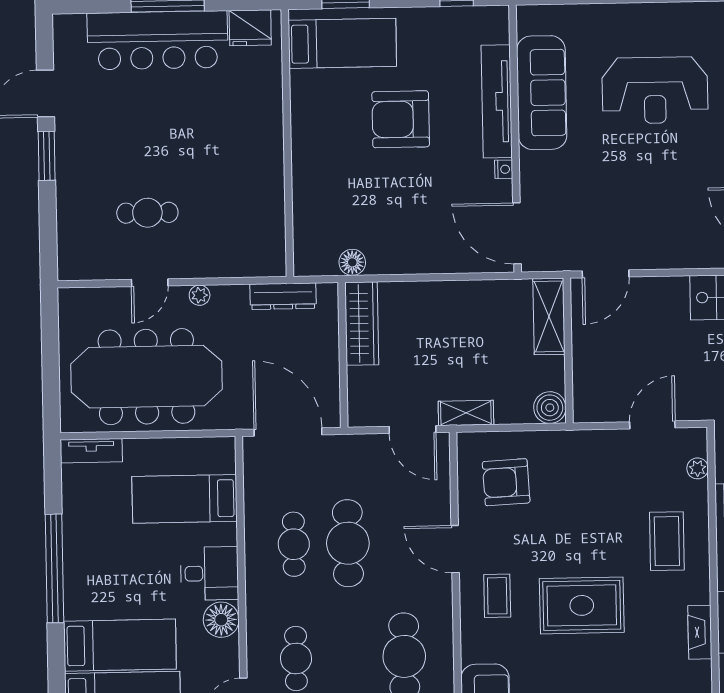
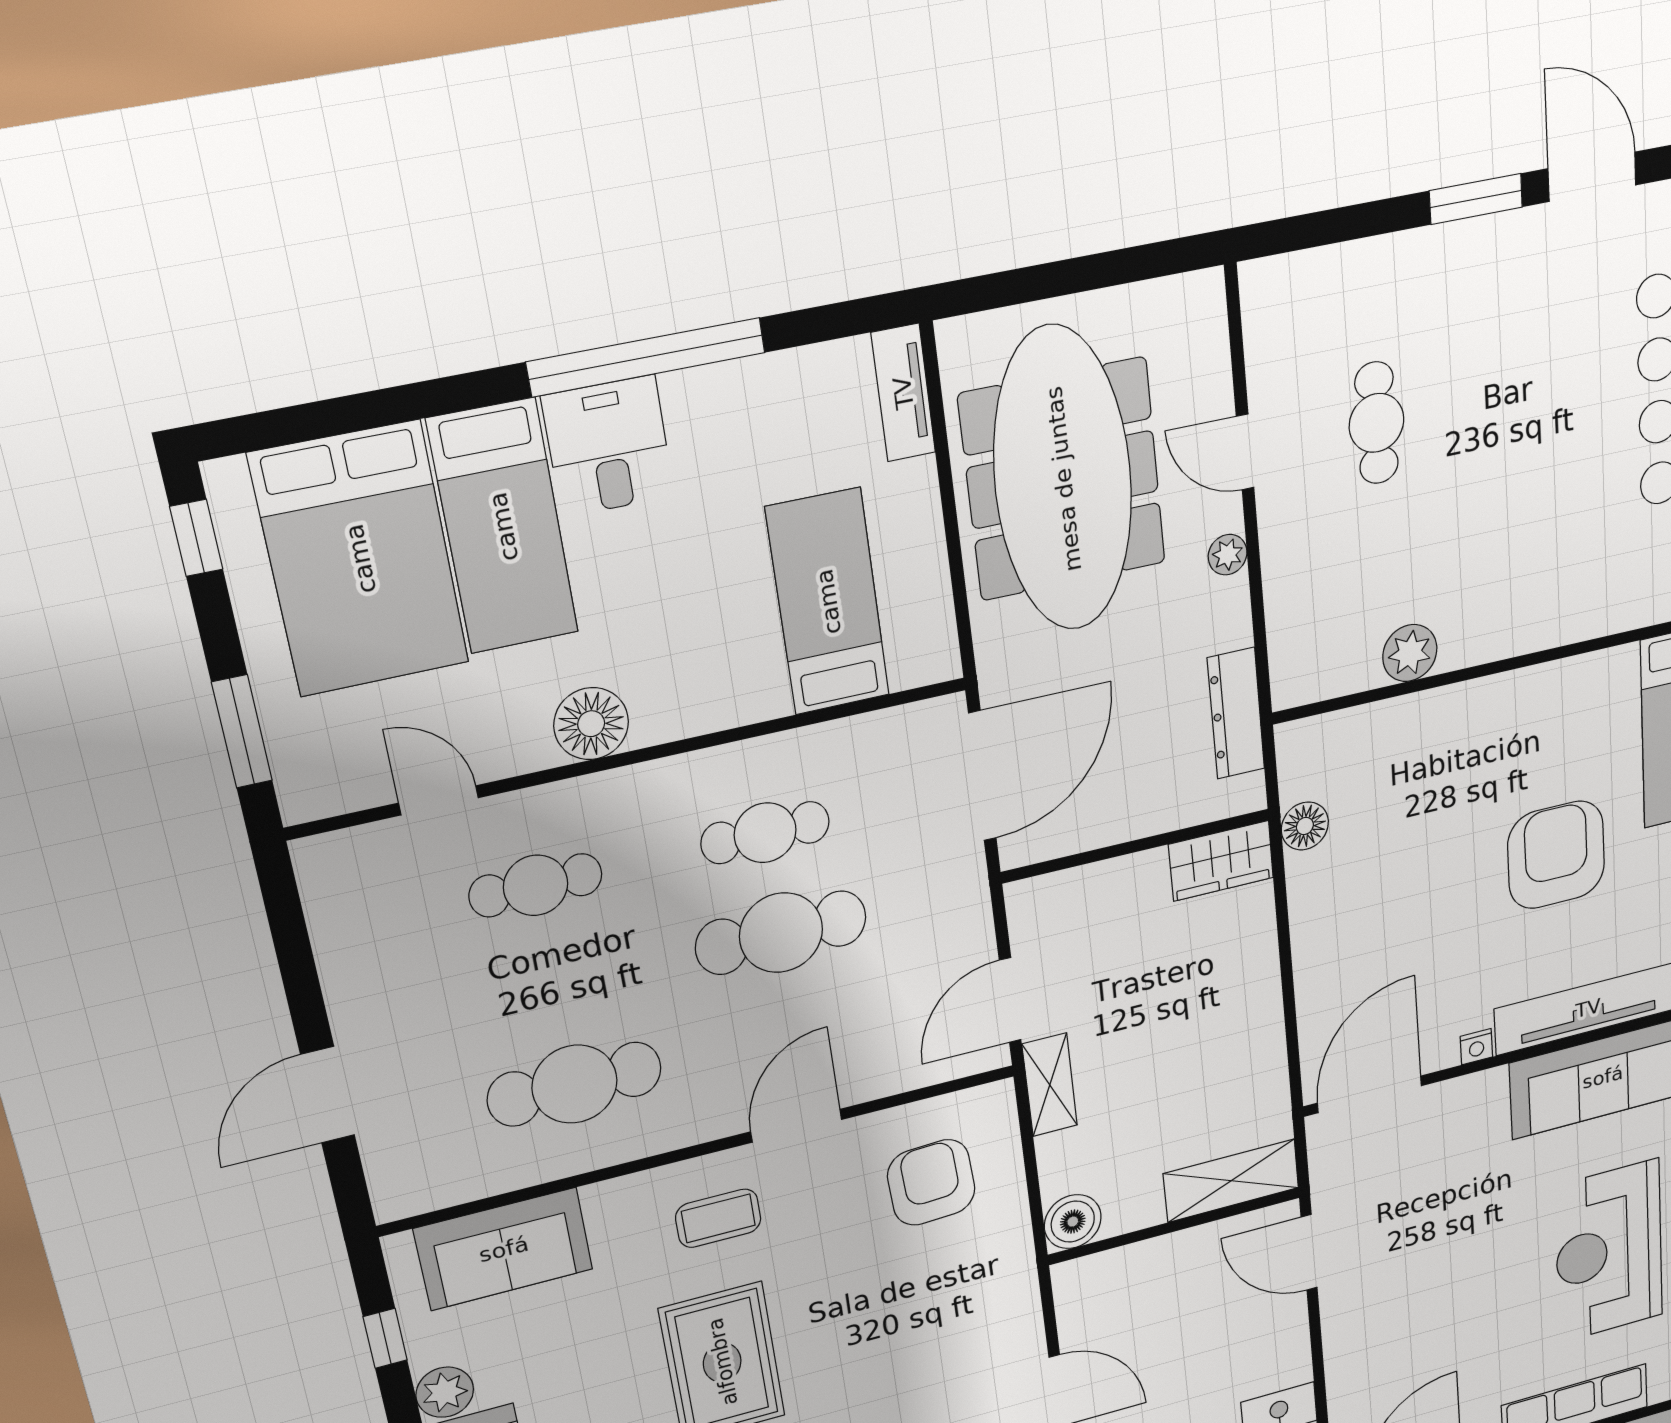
plant: (270, 200) -> (1410, 653), added
wardrobe: (362, 324) -> (1221, 861), width x0.67
desk: (209, 573) -> (608, 446), moved, turned 180

